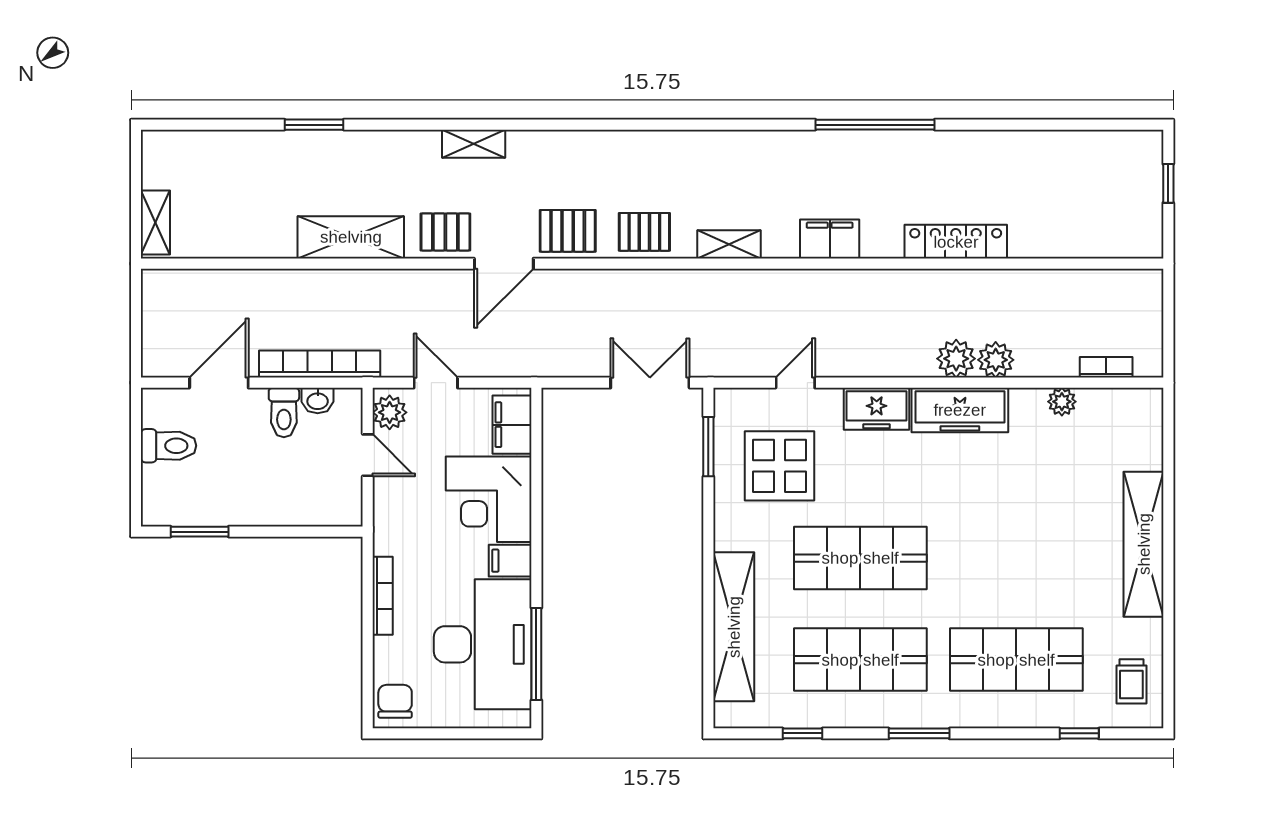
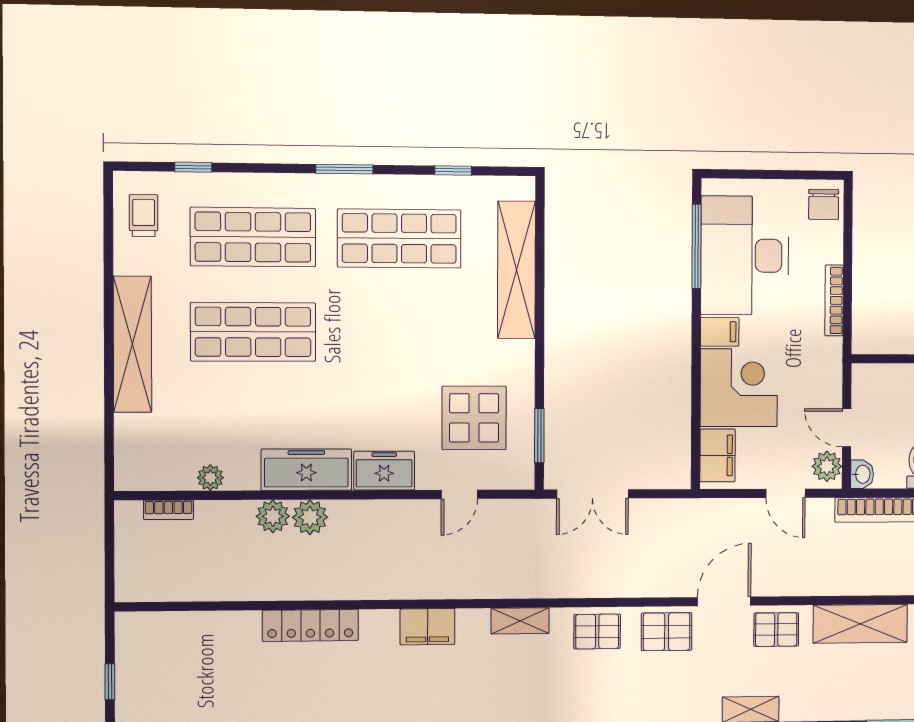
washbasin: (318, 400) -> (862, 474), moved, turned 90
shop shelf: (860, 558) -> (253, 332), moved

